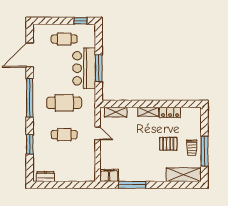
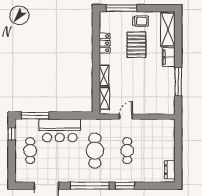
window: (99, 68) -> (35, 116), moved
shelving: (148, 112) -> (104, 76), moved
window: (30, 144) -> (125, 186), moved
pallet: (168, 144) -> (136, 45), width x1.50, depth x1.42
window: (204, 151) -> (121, 8), moved
filing cabinet: (109, 175) -> (169, 57), moved

